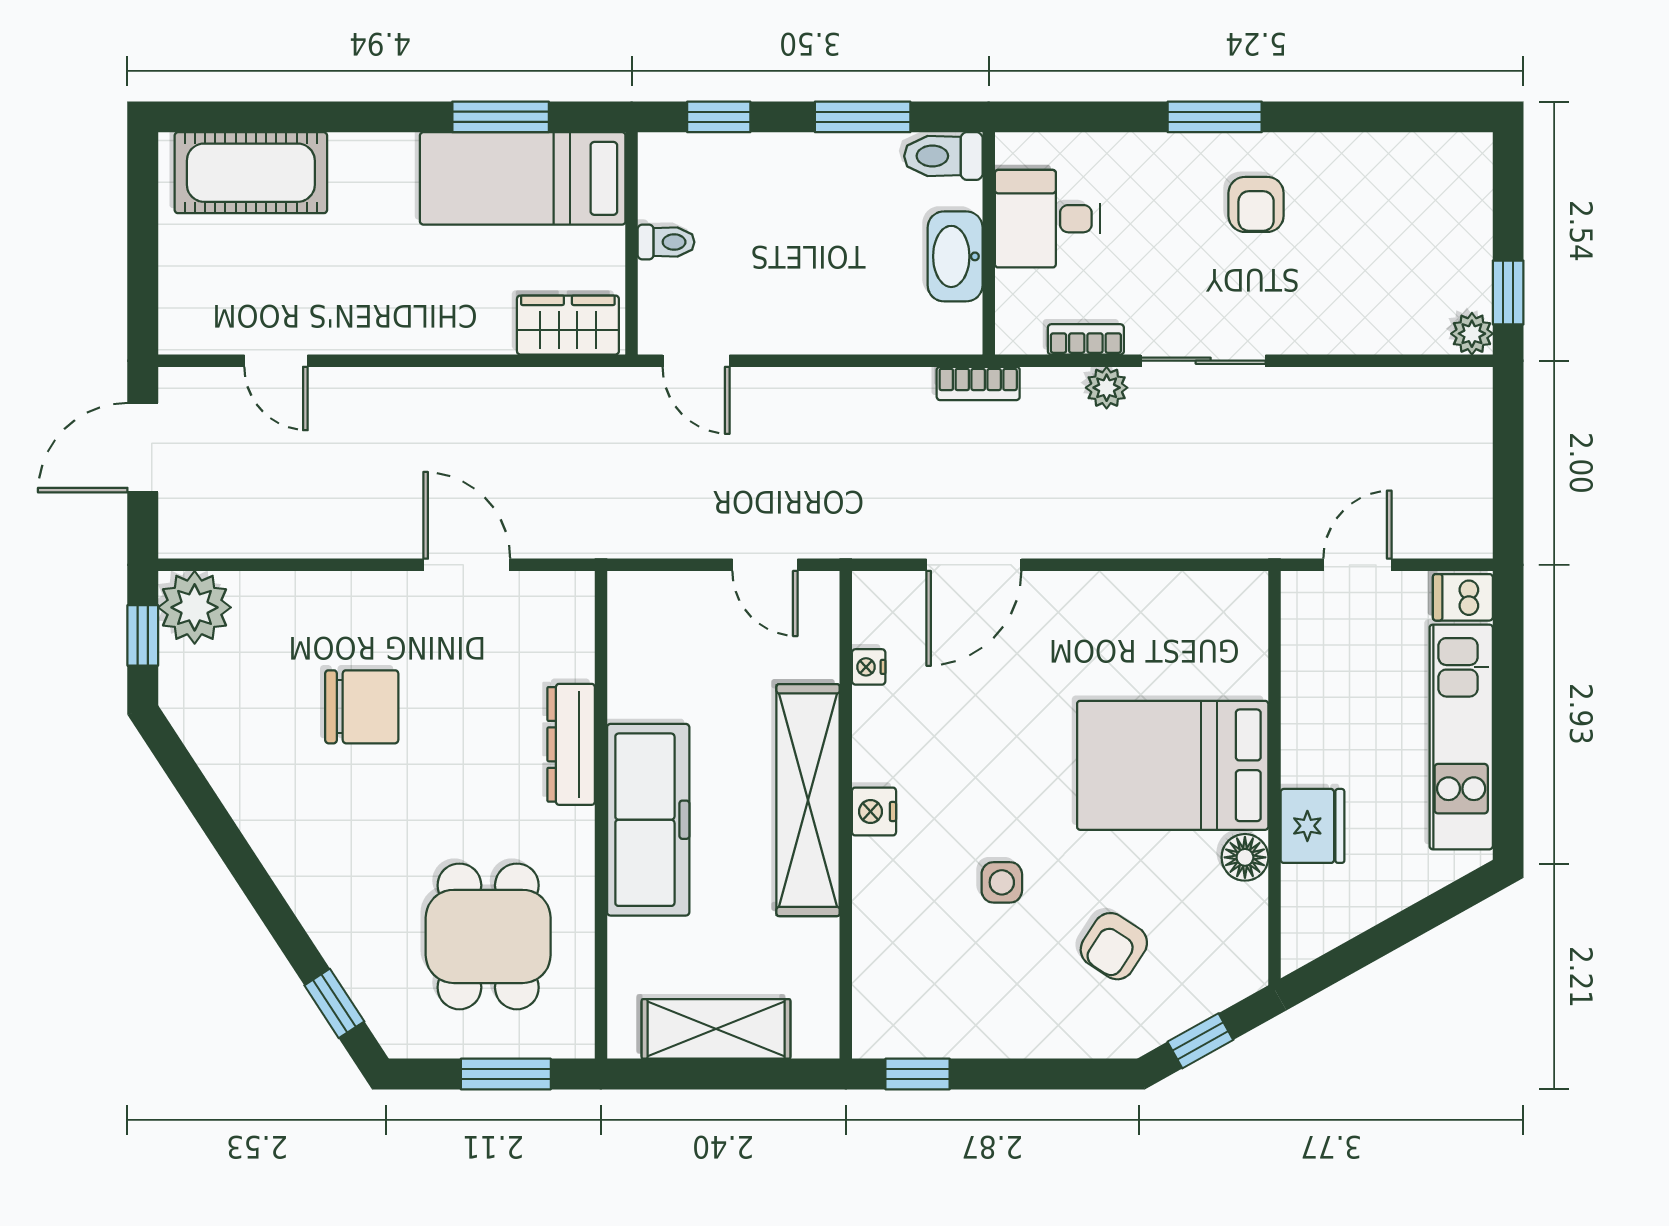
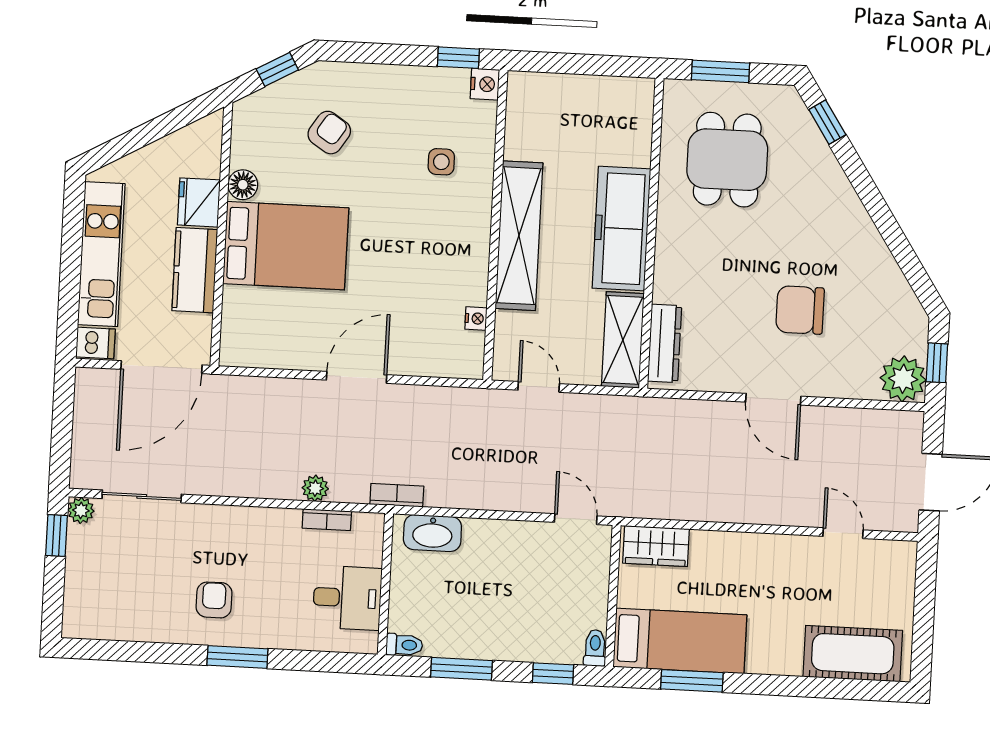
toilet: (943, 156) -> (404, 645), width x0.73, depth x0.72
toilet: (666, 242) -> (595, 648), moved, turned 90
washbasin: (955, 256) -> (432, 533), moved, turned 90
sliding door: (1203, 361) -> (142, 496), moved
door: (467, 565) -> (773, 399), moved
door: (974, 565) -> (357, 377), moved
door: (1357, 565) -> (161, 367), width x1.87
kitchen counter: (1313, 719) -> (195, 270), added
dresser: (571, 744) -> (665, 343), moved
nightstand: (874, 812) -> (485, 84), moved
side table: (1002, 882) -> (441, 162), moved
shelving: (716, 1029) -> (623, 340), moved, turned 90

